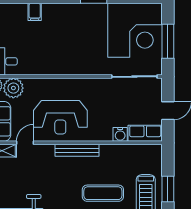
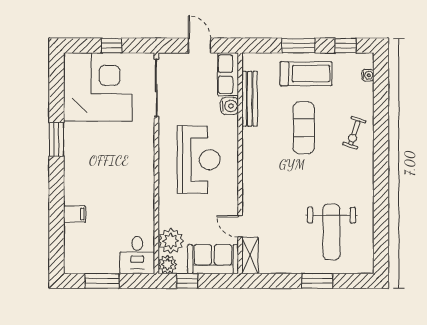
window: (168, 41) -> (112, 46), width x0.46
reception desk: (60, 117) -> (199, 160), moved
bench: (77, 150) -> (250, 99), moved

